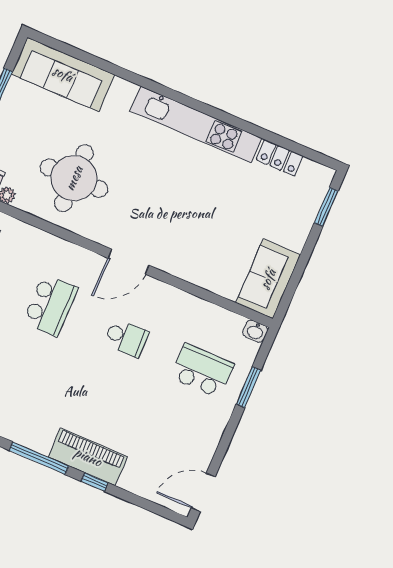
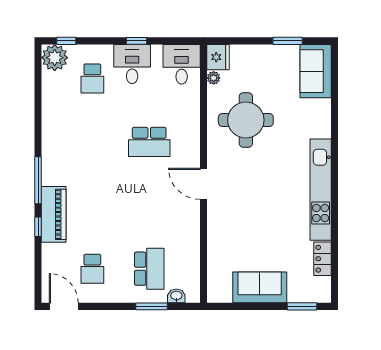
sofa: (63, 74) -> (316, 71), width x0.73
sofa: (268, 279) -> (260, 287), moved
washbasin: (255, 331) -> (176, 296), moved, turned 90
school desk: (126, 338) -> (92, 269), moved

